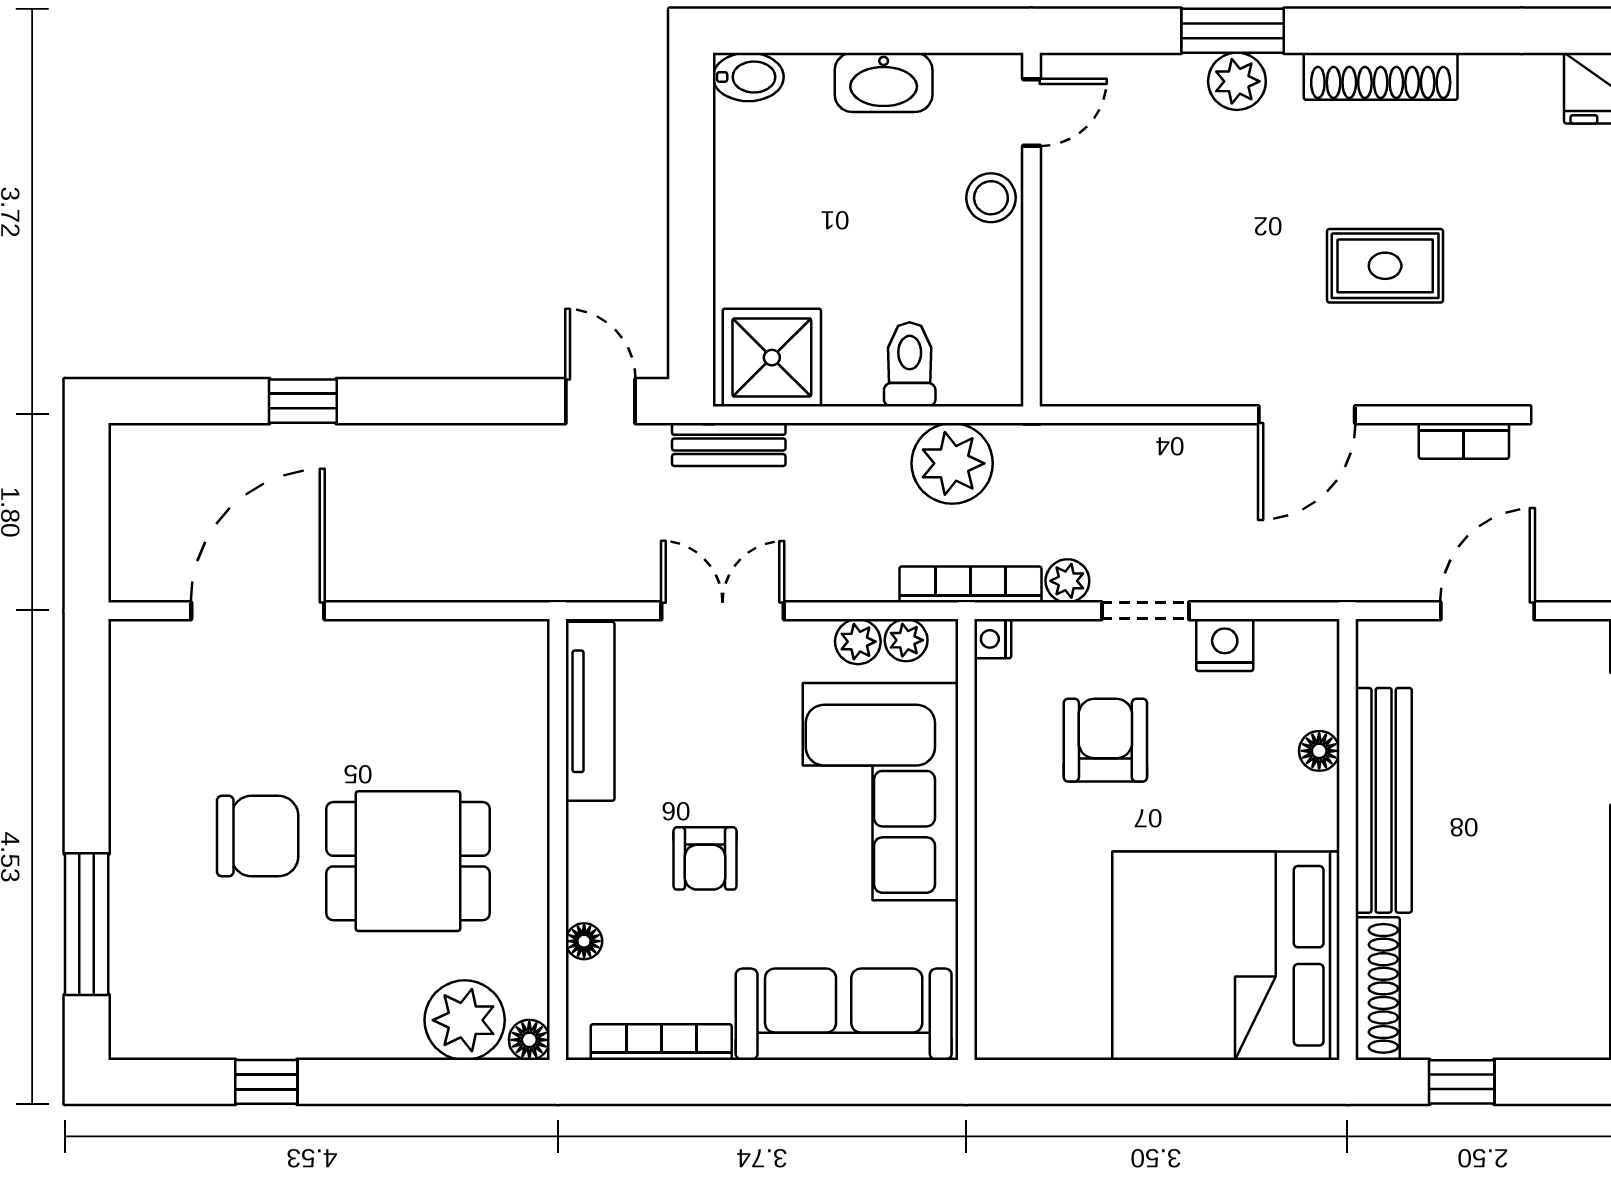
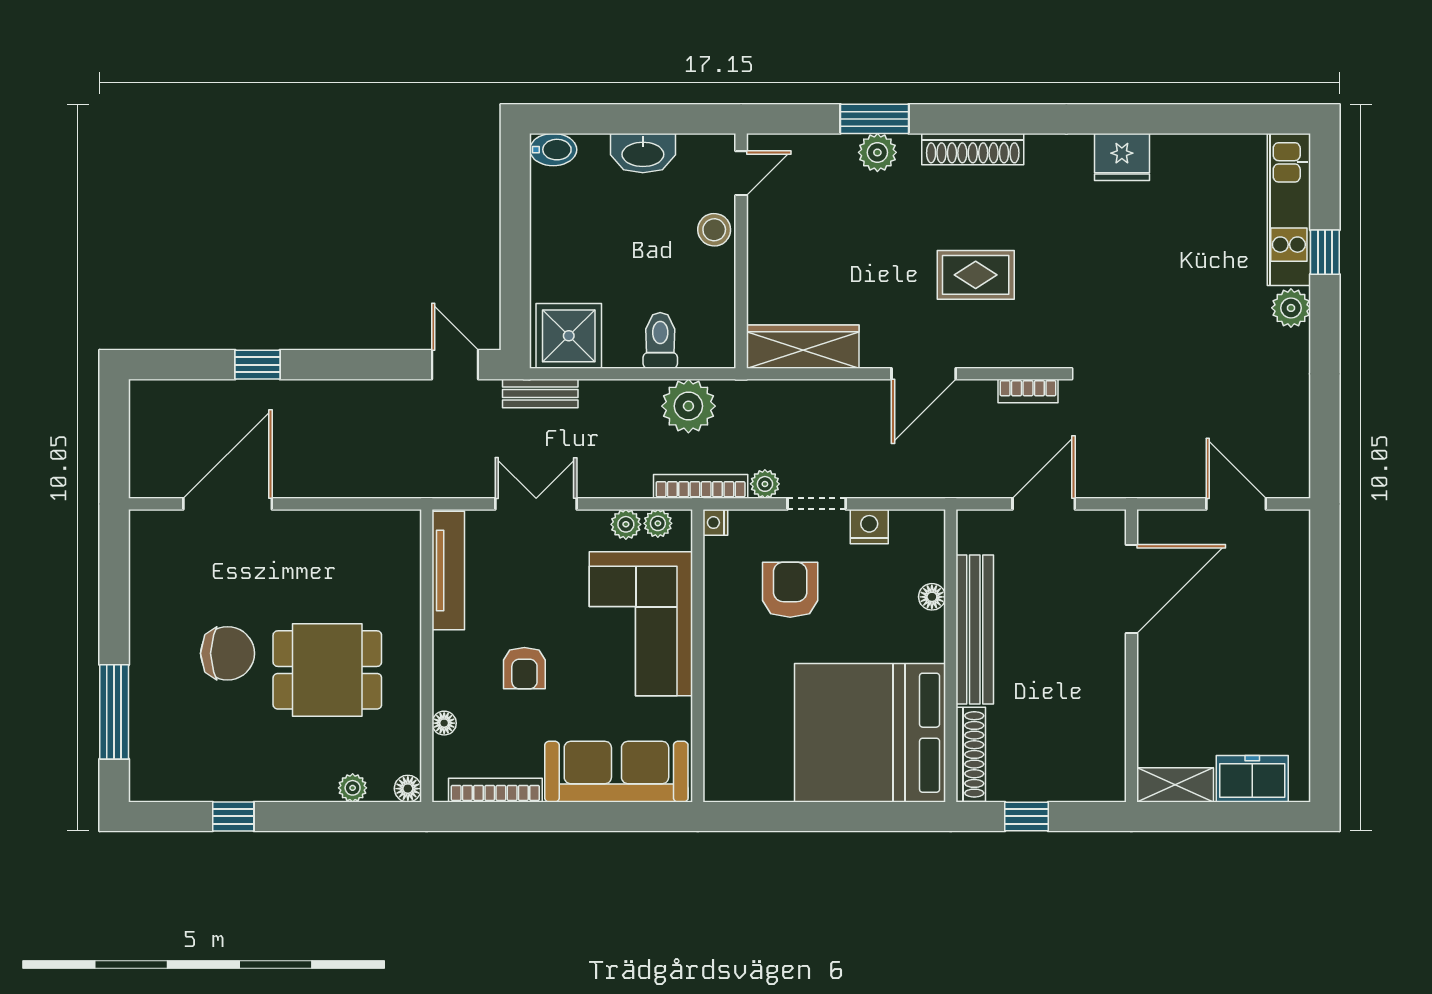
wardrobe: (1124, 374) -> (803, 347), added
plant: (465, 1020) -> (353, 788), width x0.53, depth x0.53

